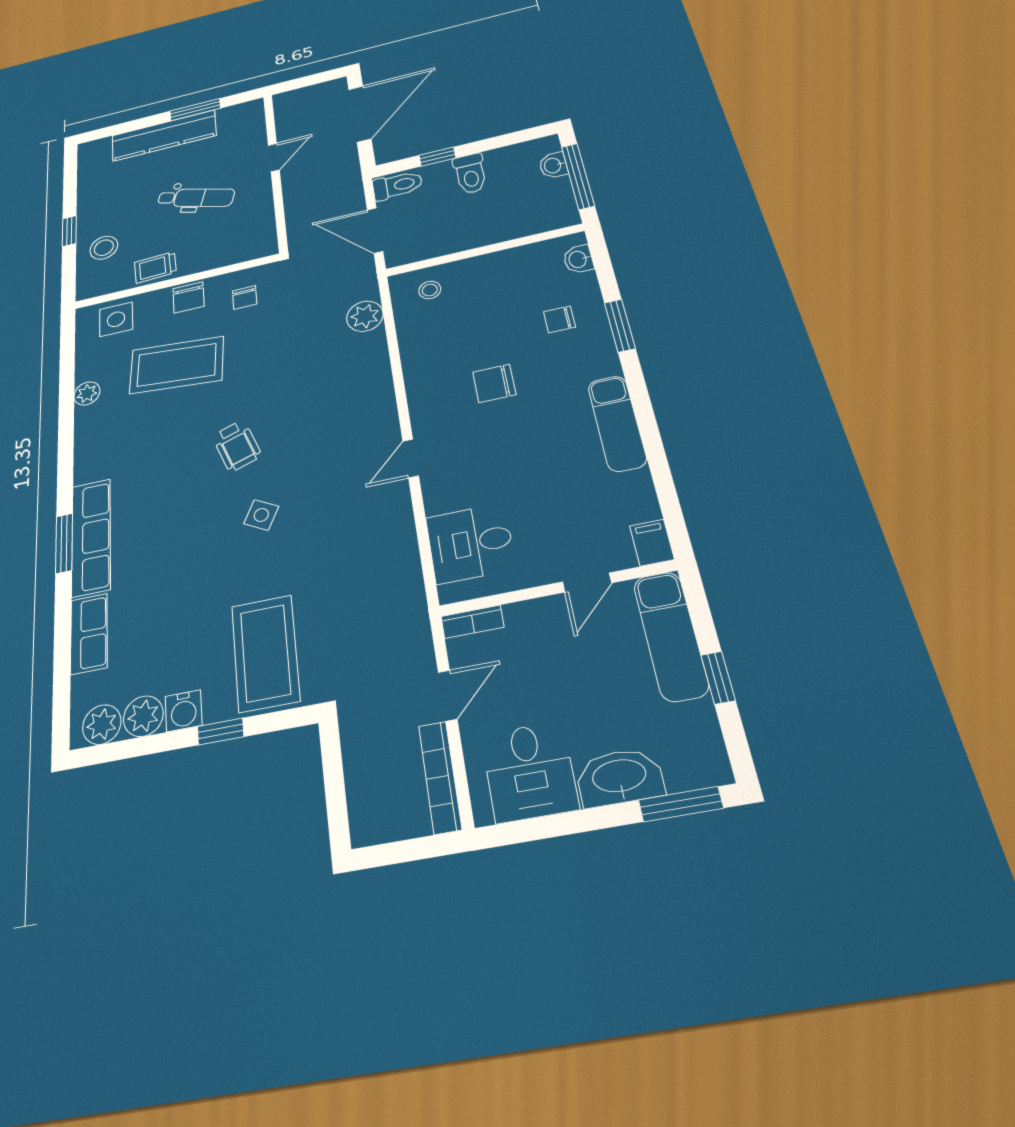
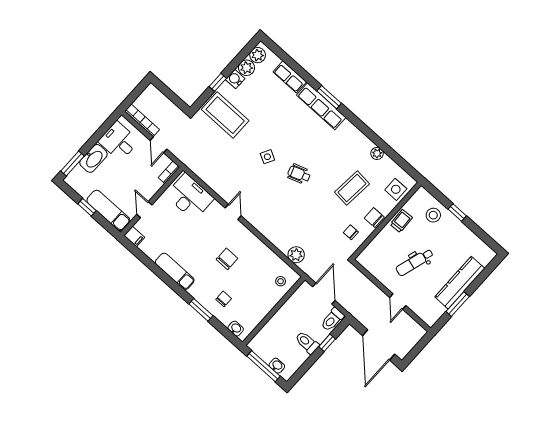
door: (375, 230) -> (324, 294), hinge flipped
coffee table: (177, 365) -> (352, 188), width x0.73, depth x0.76
desk: (470, 543) -> (190, 197), width x1.37

